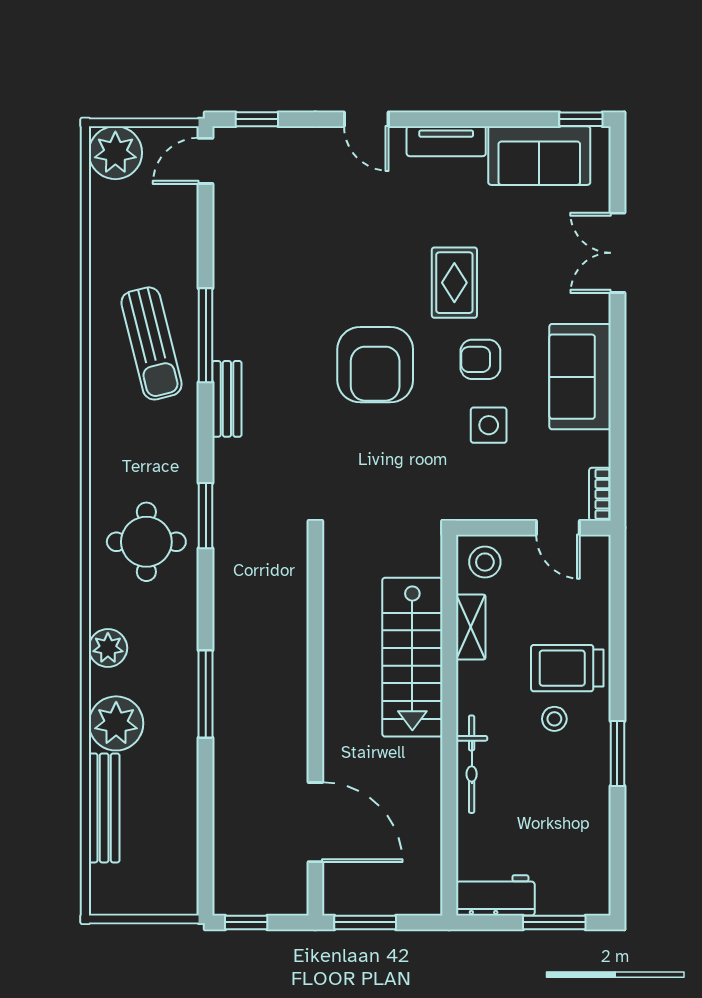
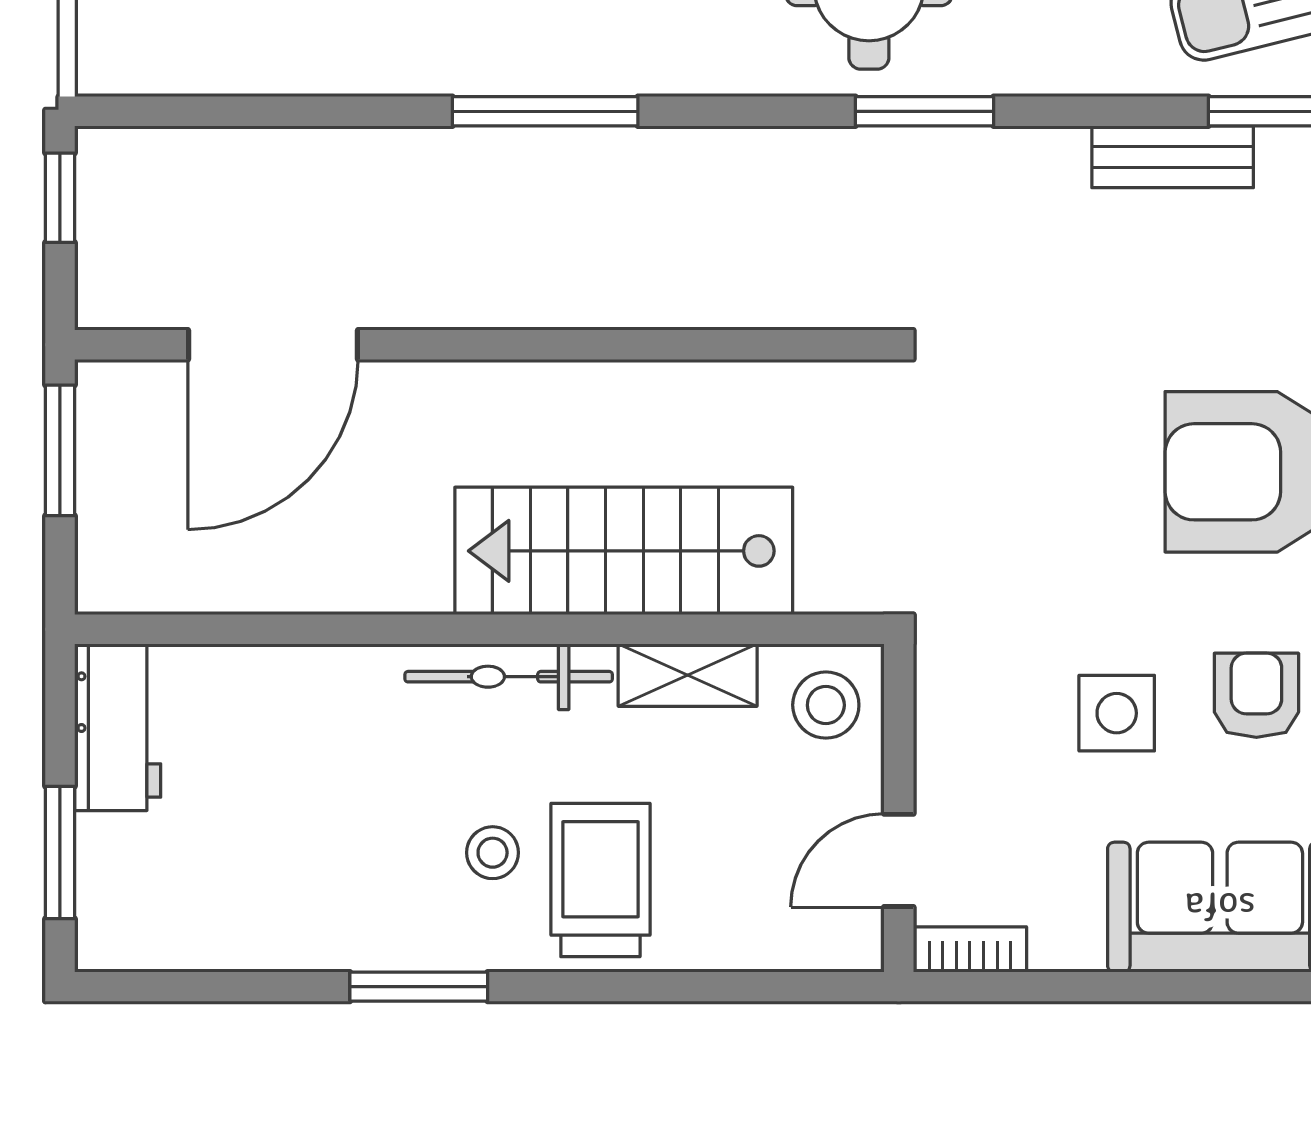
bicycle: (472, 764) -> (509, 677), moved

